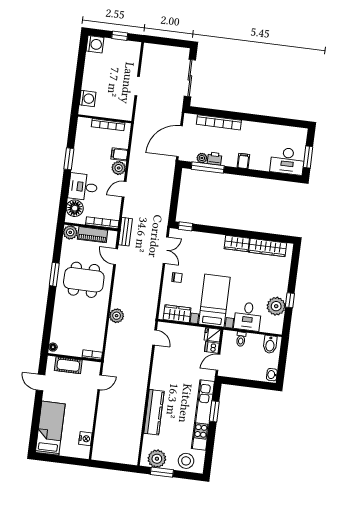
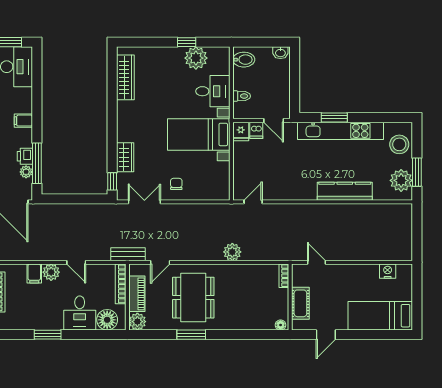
wardrobe: (237, 243) -> (125, 157), moved
wardrobe: (177, 314) -> (220, 178), removed

